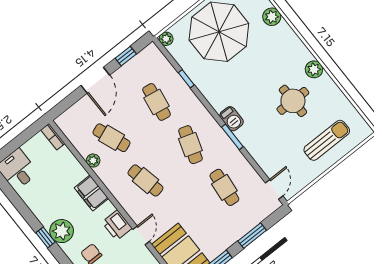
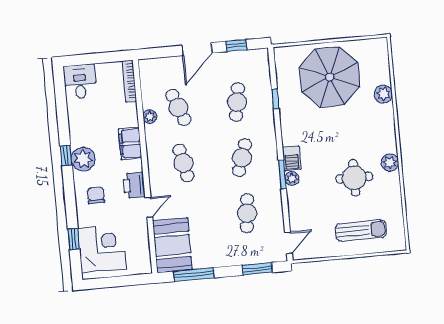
plant: (166, 39) -> (292, 179), moved
bookcase: (53, 137) -> (129, 81), width x1.56
window: (252, 236) -> (257, 269), moved

